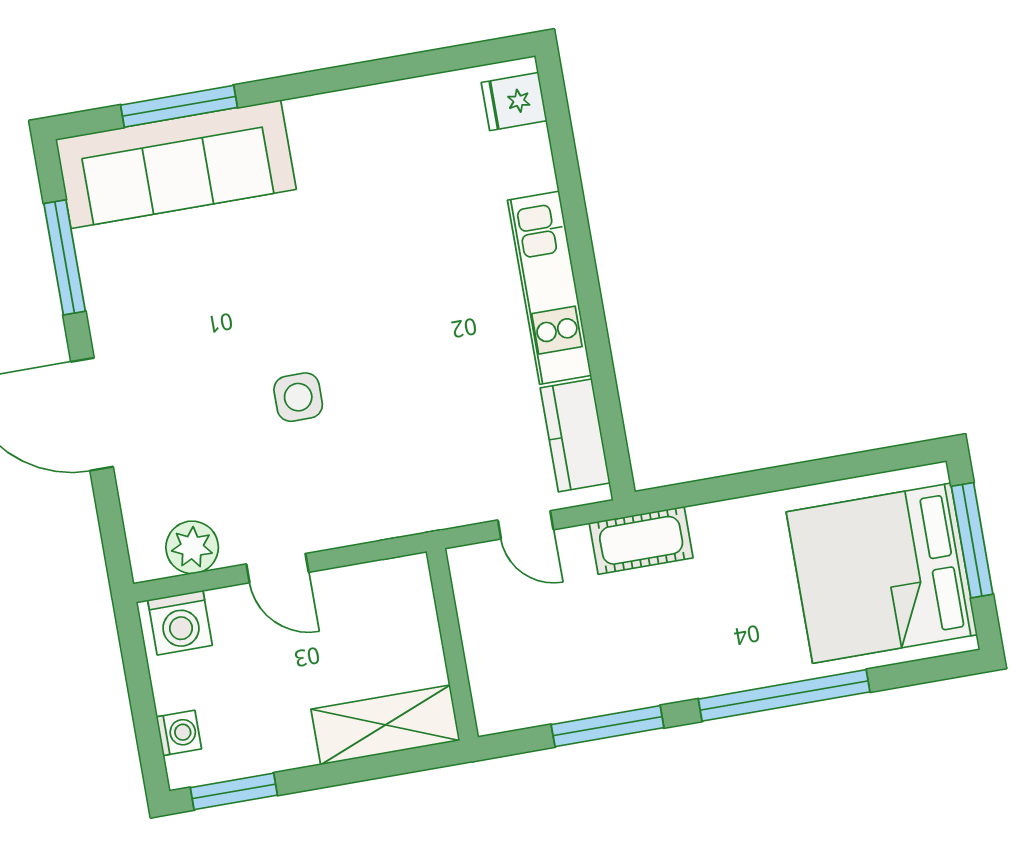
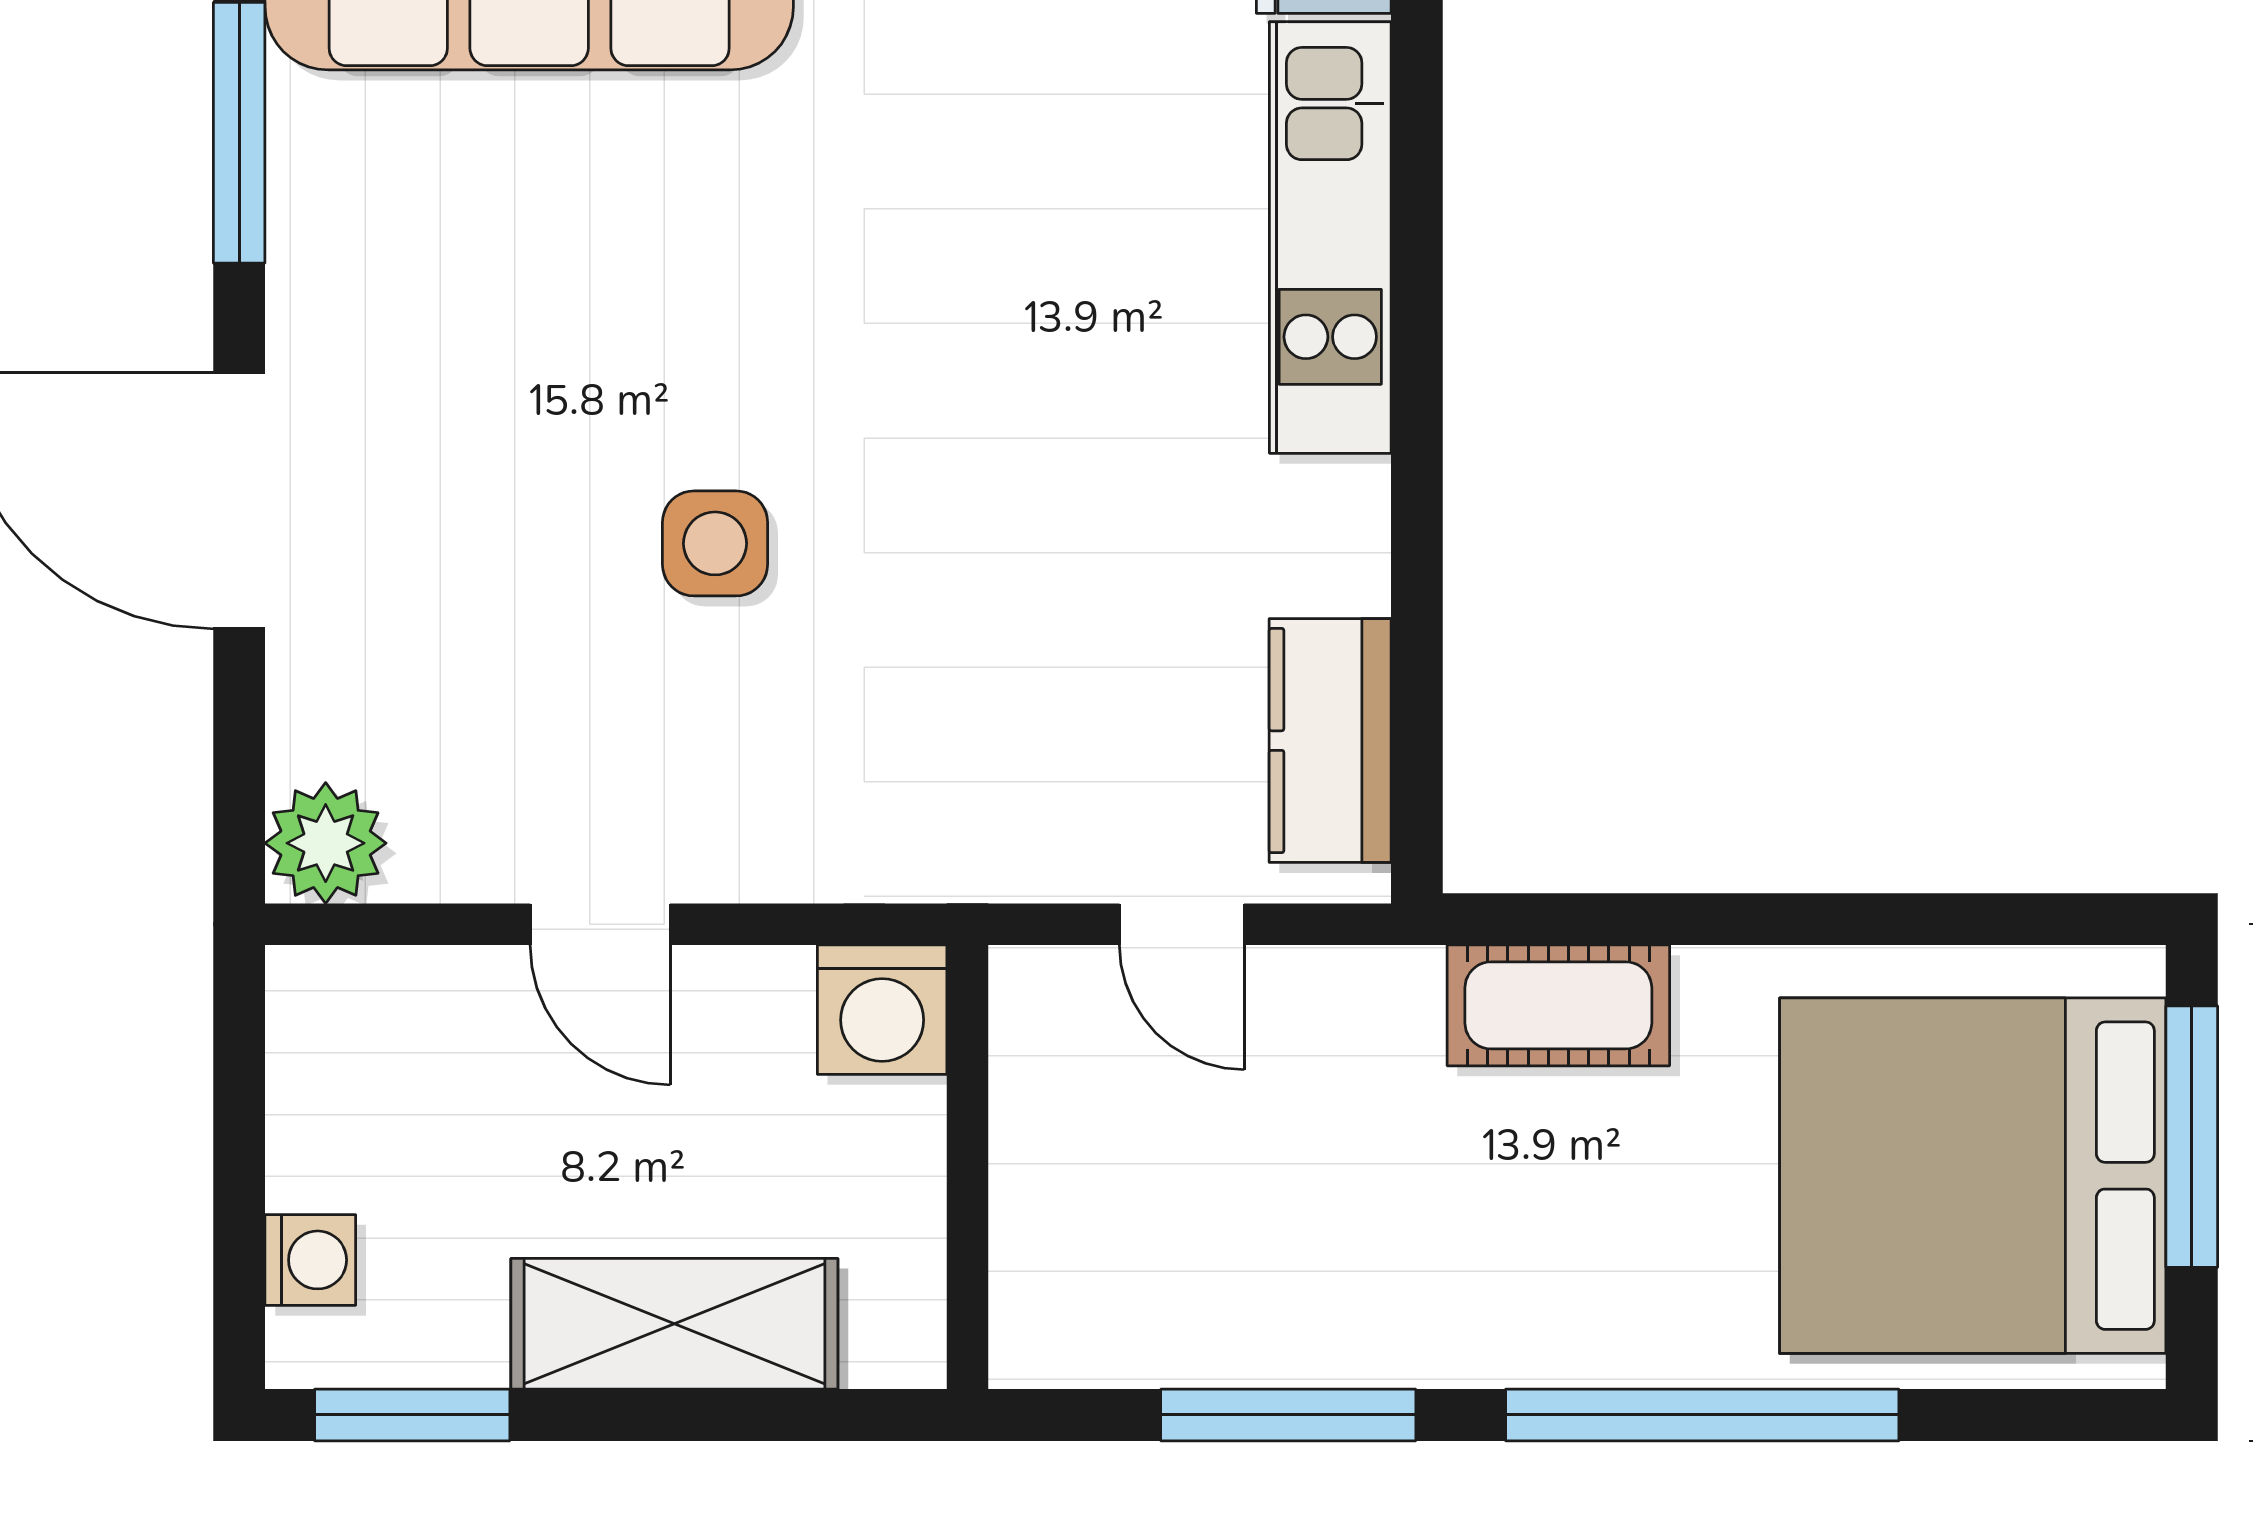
kitchen unit: (550, 288) -> (1330, 237), moved
cot: (641, 540) -> (1558, 1005), moved
plant: (192, 547) -> (326, 843), moved
washing machine: (180, 623) -> (882, 1010), moved
shelving: (385, 725) -> (674, 1324), moved

